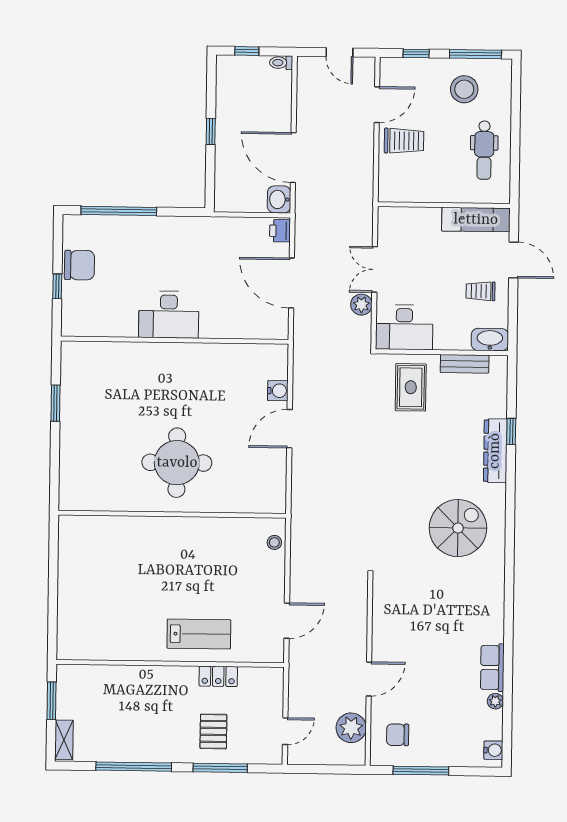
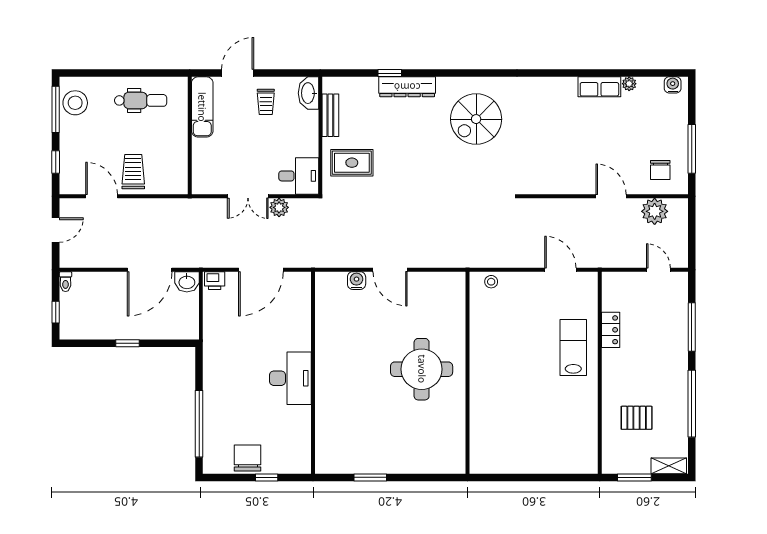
stool: (464, 89) -> (75, 103), moved
desk: (404, 327) -> (299, 176), width x0.73
spiral stairs: (458, 528) -> (476, 119), turned -90
pallet: (213, 731) -> (637, 418), moved

